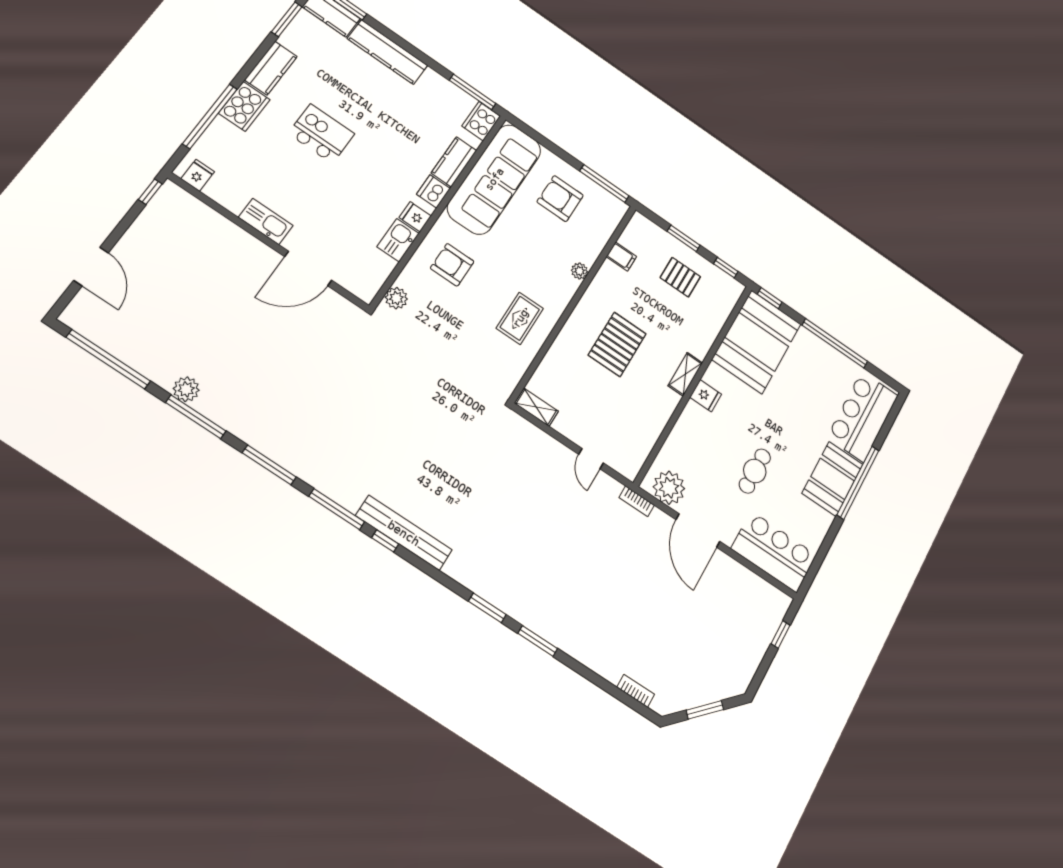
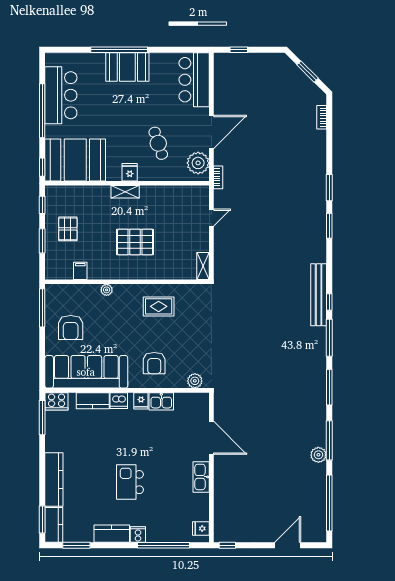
cooker: (244, 106) -> (138, 535), width x0.53, depth x0.76
bar counter: (863, 416) -> (61, 95), moved, turned -90
cafe table: (755, 471) -> (158, 143), moved, turned 72

